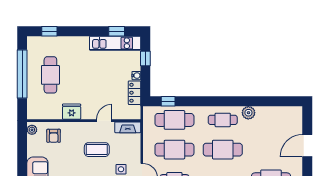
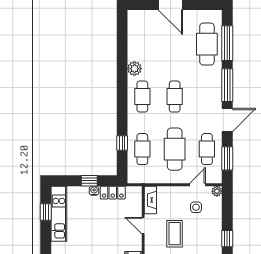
window: (145, 59) -> (89, 181), moved
window: (168, 101) -> (122, 143), moved
cafe table: (174, 120) -> (142, 149), width x0.73, depth x0.74
cafe table: (223, 150) -> (175, 97), width x0.73, depth x0.74

